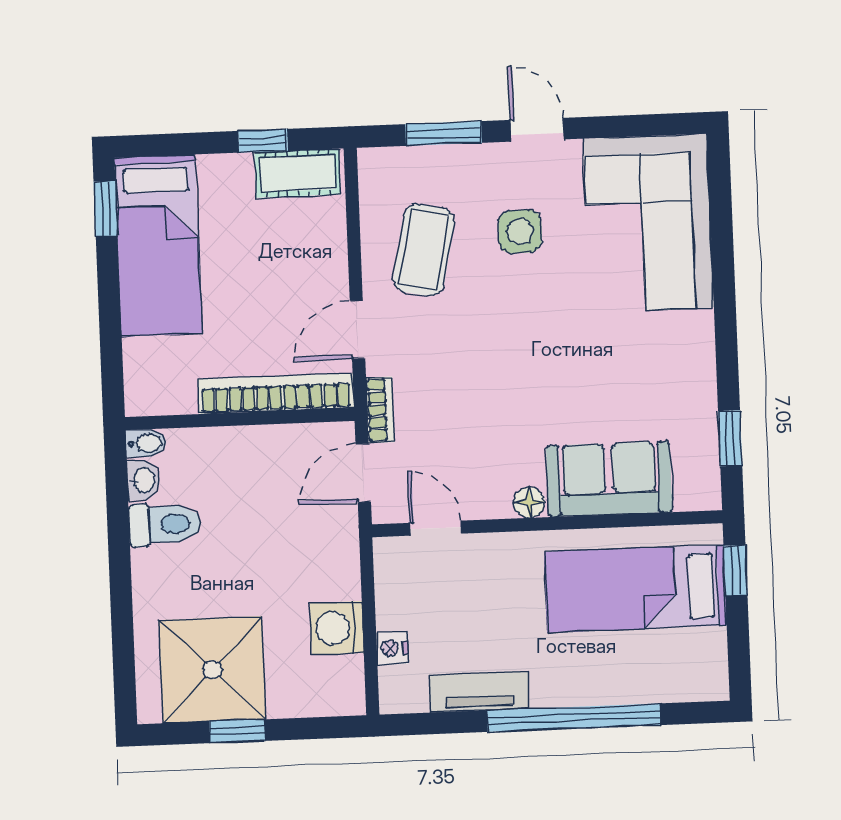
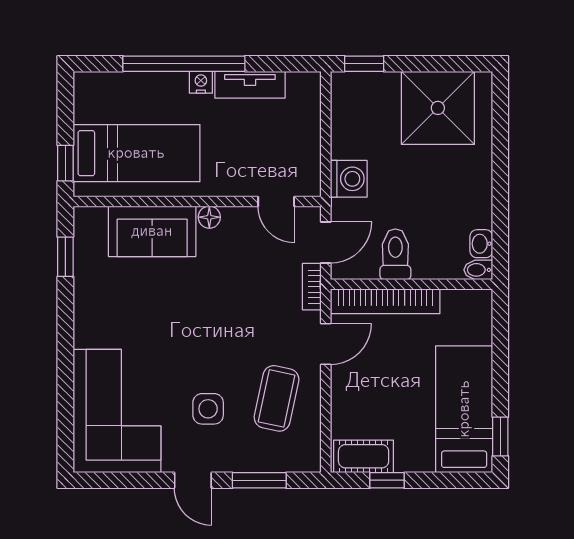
toilet: (165, 524) -> (395, 254), moved, turned 90
washing machine: (337, 628) -> (349, 179), moved
nightstand: (392, 648) -> (201, 82), moved, turned -90
window: (237, 731) -> (364, 64), moved

